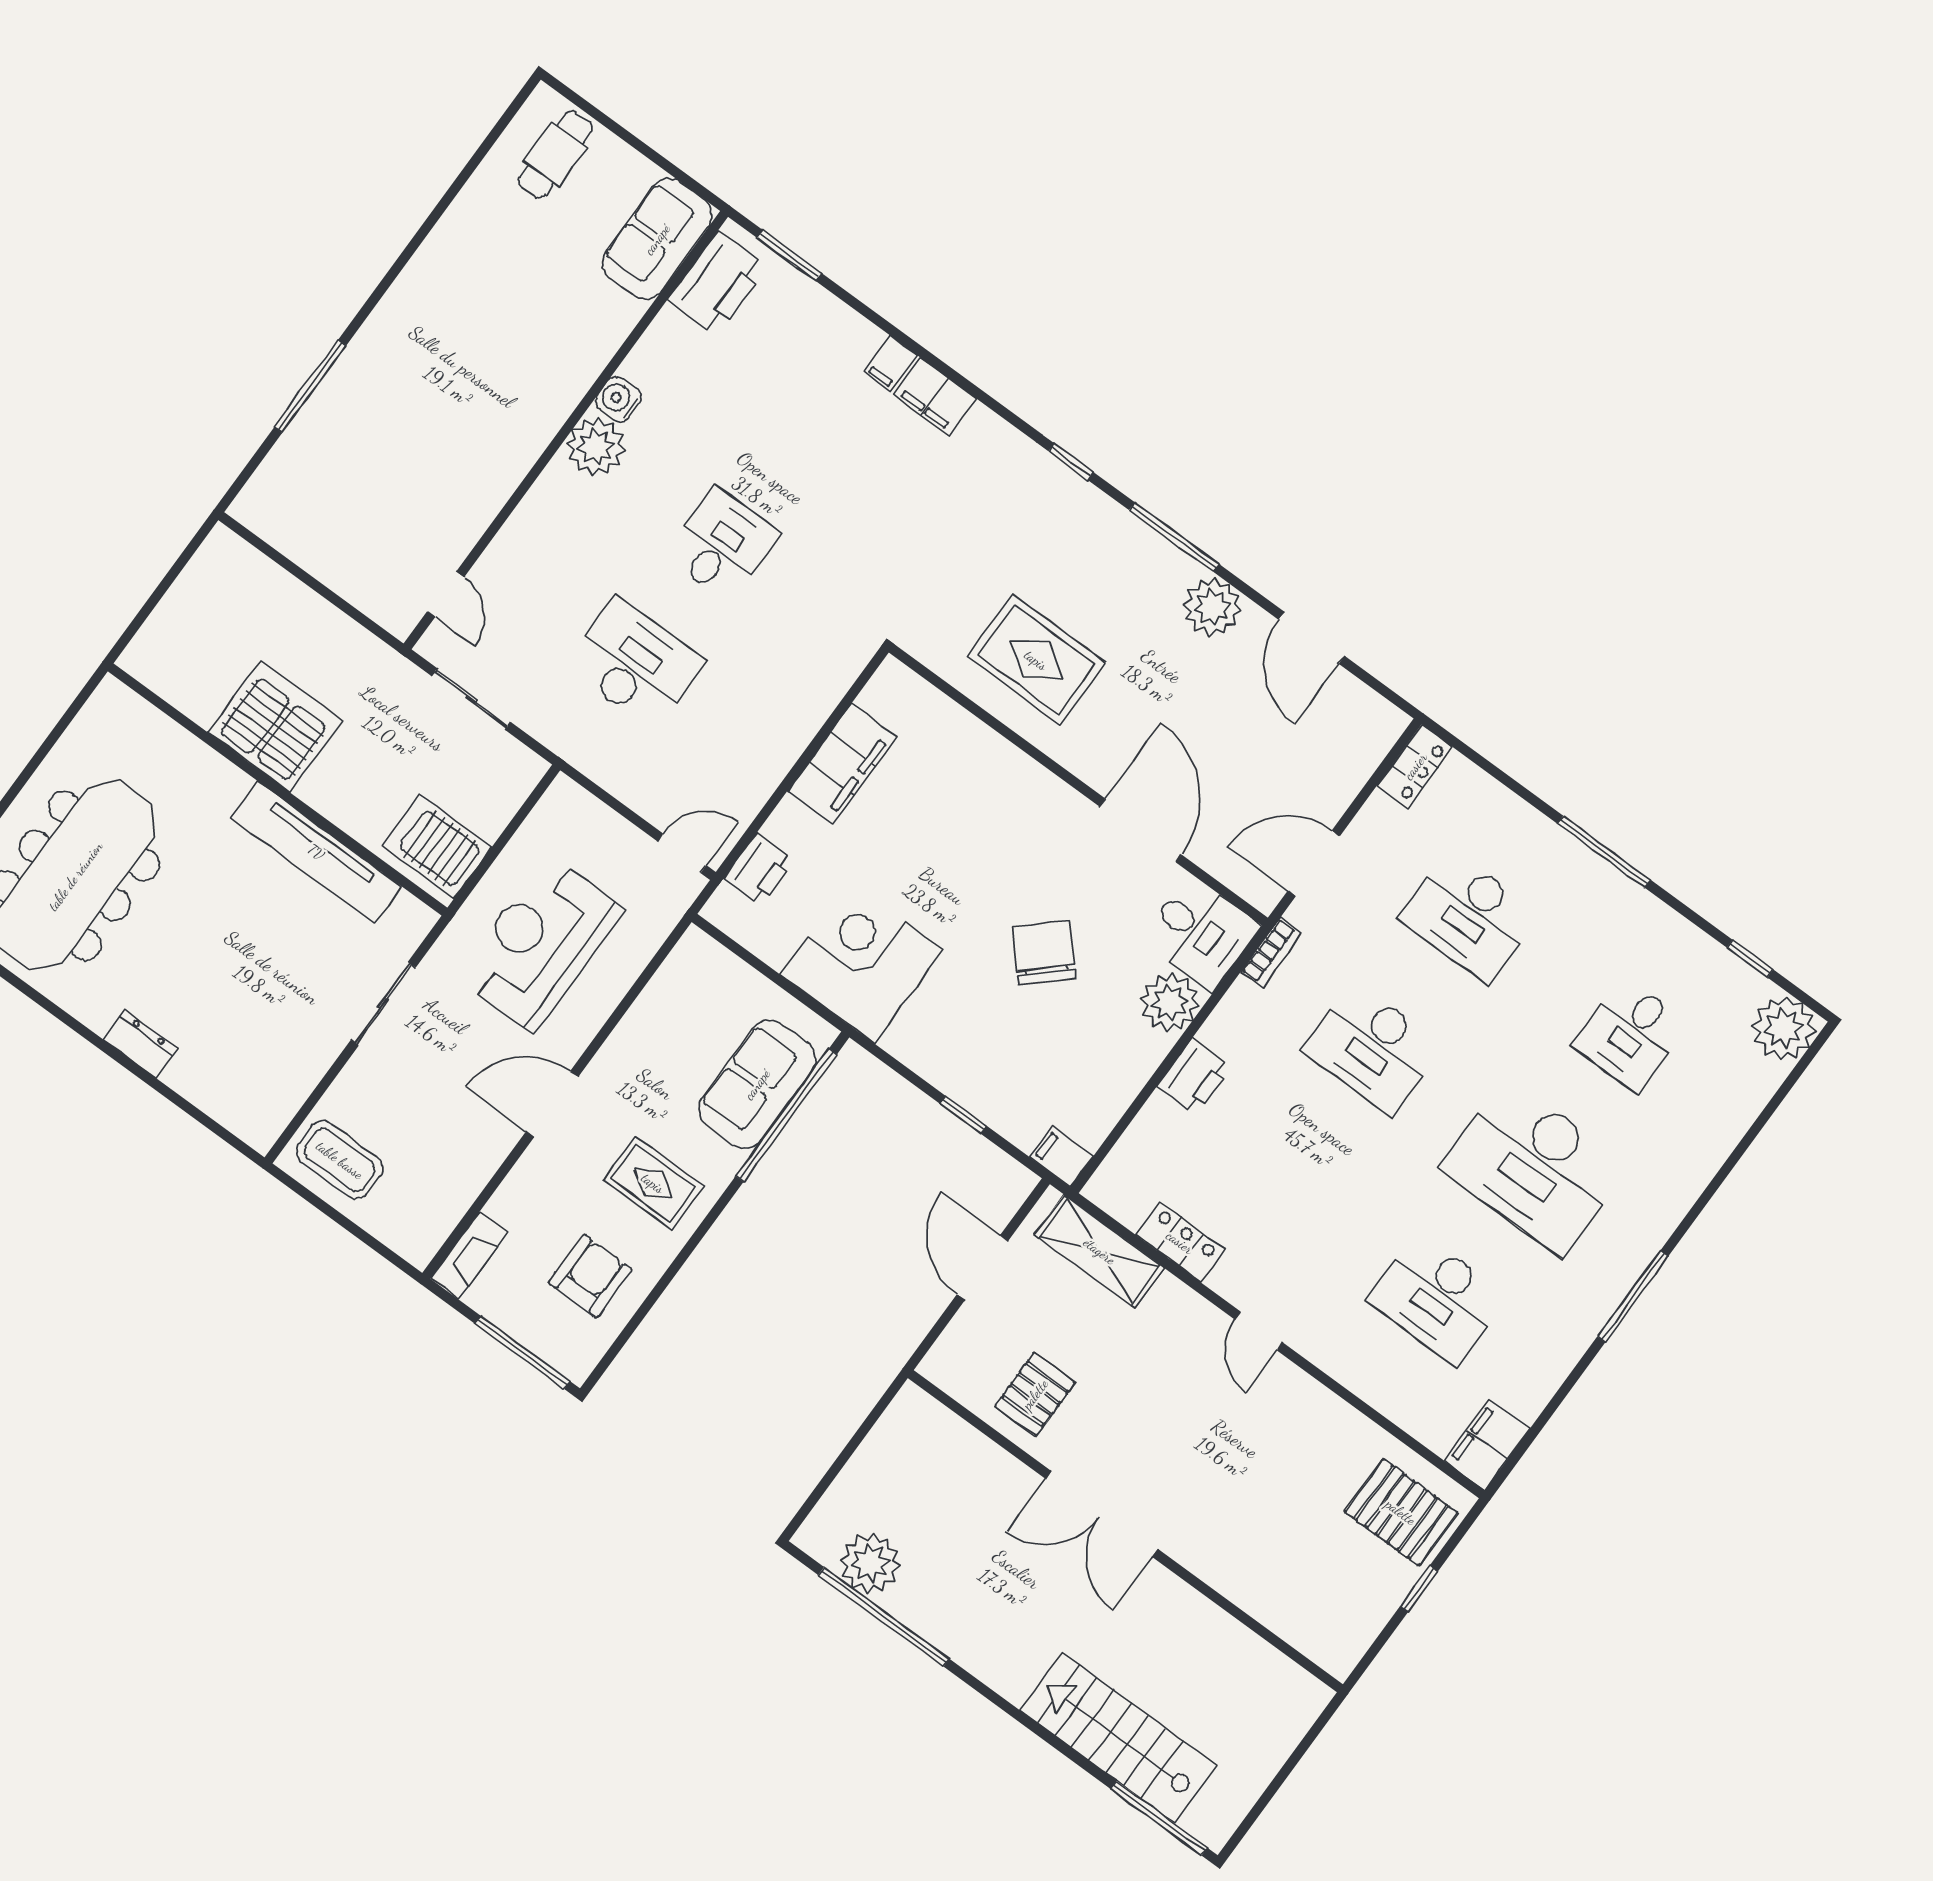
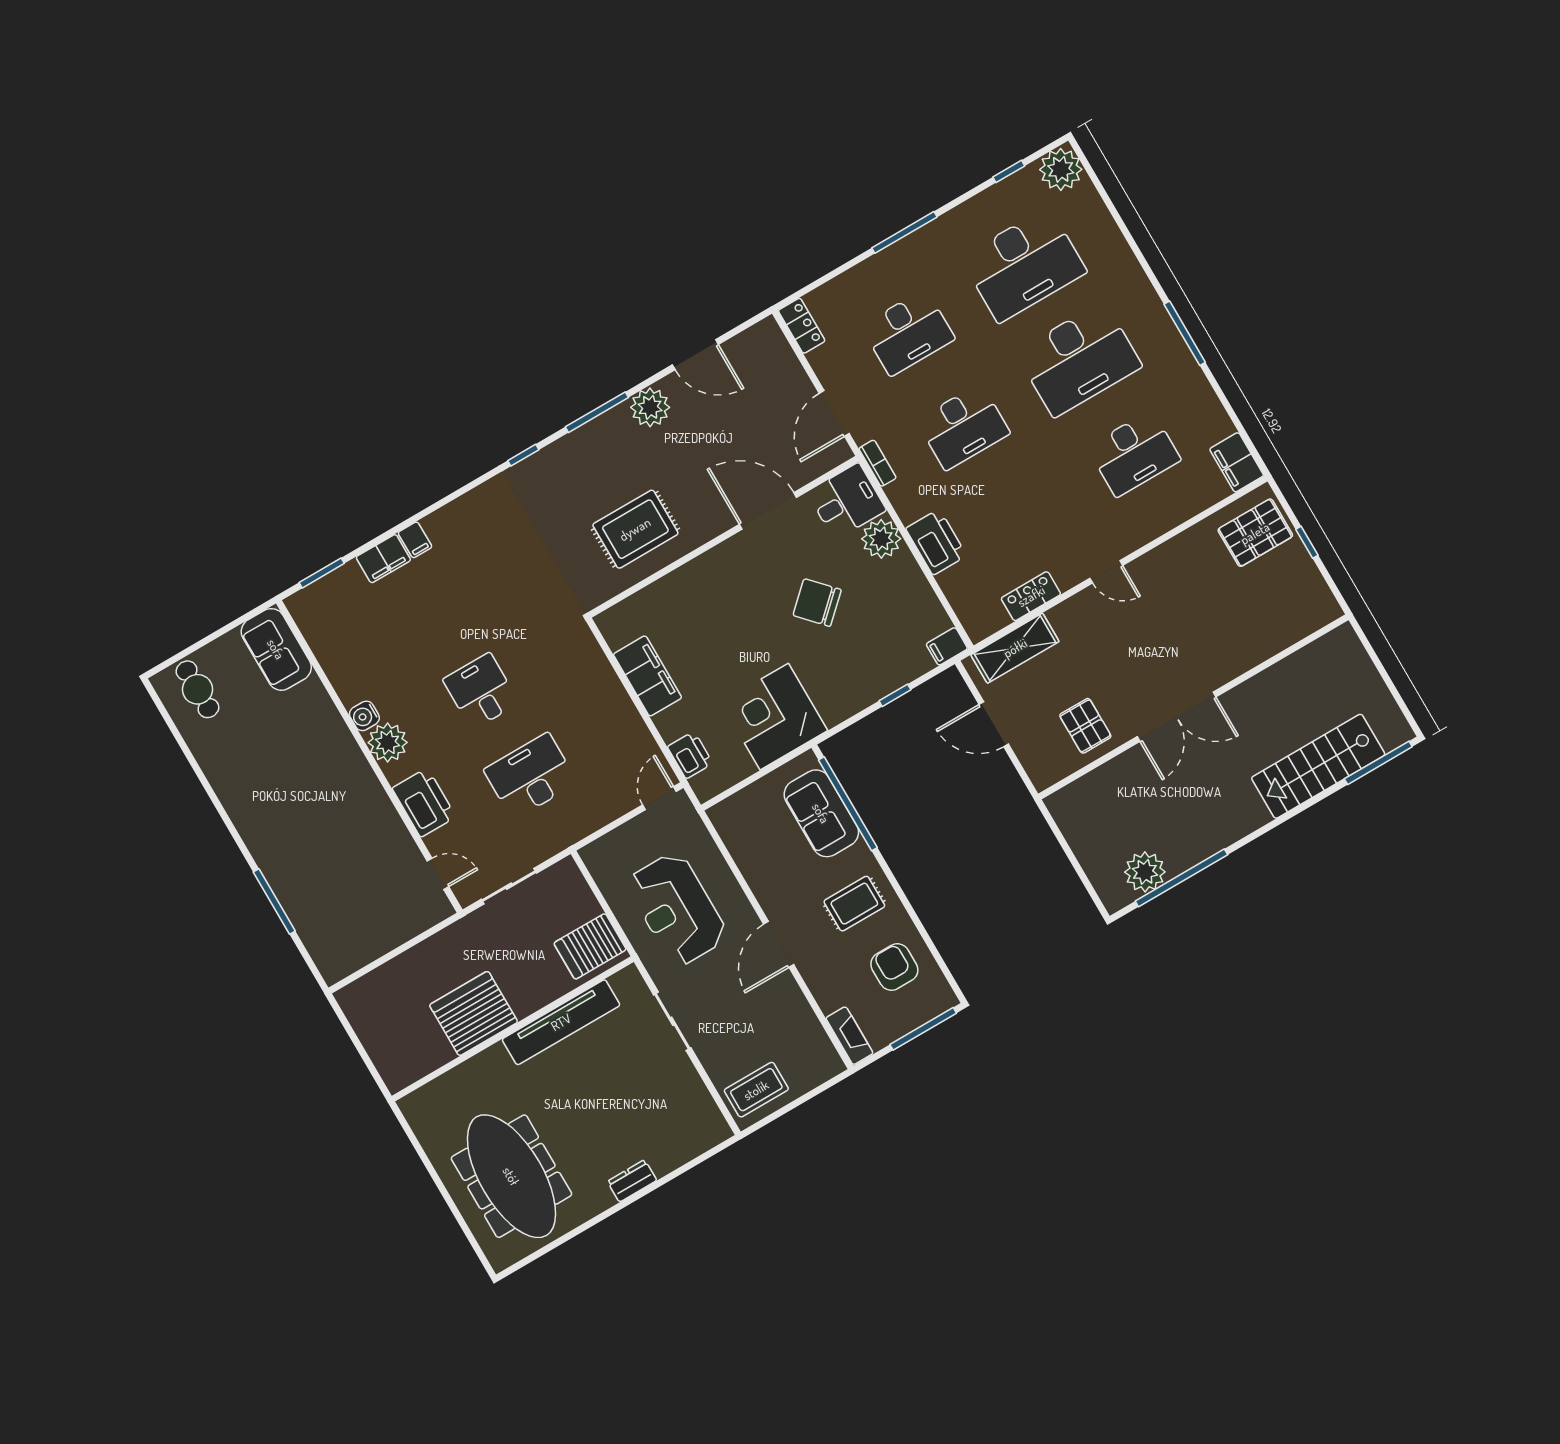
printer: (718, 283) -> (424, 803), moved
filing cabinet: (934, 396) -> (383, 559), moved
desk: (1631, 1035) -> (1024, 265), width x1.87, depth x1.30
printer: (1194, 1077) -> (936, 542), width x1.37, depth x1.19

